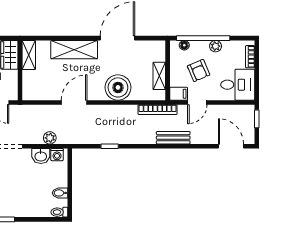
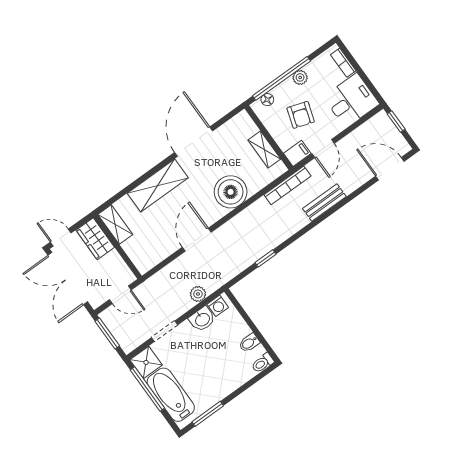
armchair: (199, 70) -> (301, 115), turned 41

